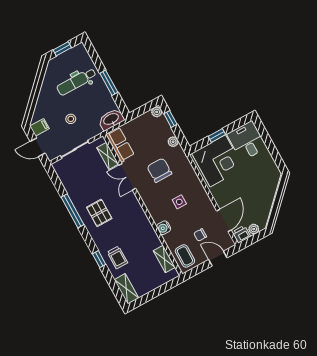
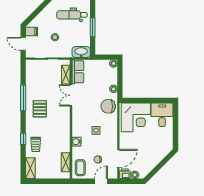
window: (170, 119) -> (120, 73), removed
window: (217, 135) -> (144, 100), removed
chair: (159, 170) -> (108, 106), moved, turned -90
door: (218, 259) -> (101, 181), hinge flipped

